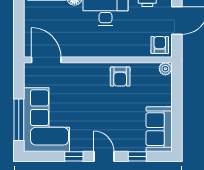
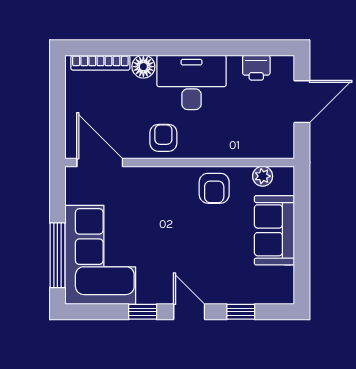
armchair: (160, 45) -> (163, 138), moved
plant: (165, 69) -> (263, 176), moved
sofa: (159, 129) -> (274, 230), moved

